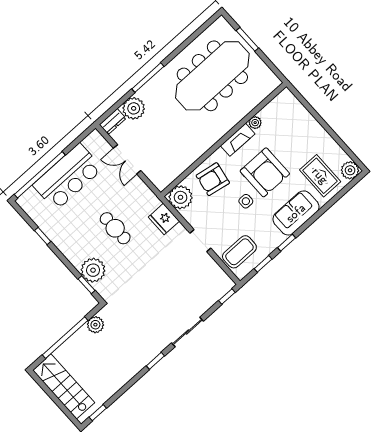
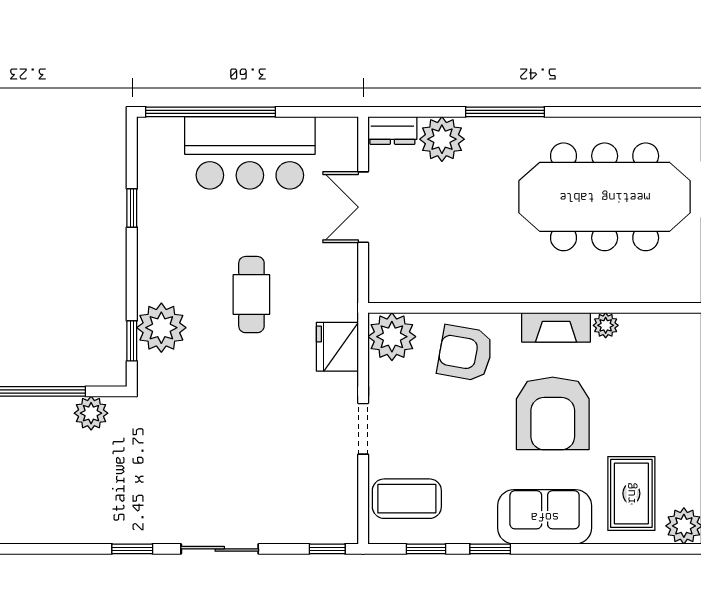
side table: (246, 201) -> (485, 431), removed

